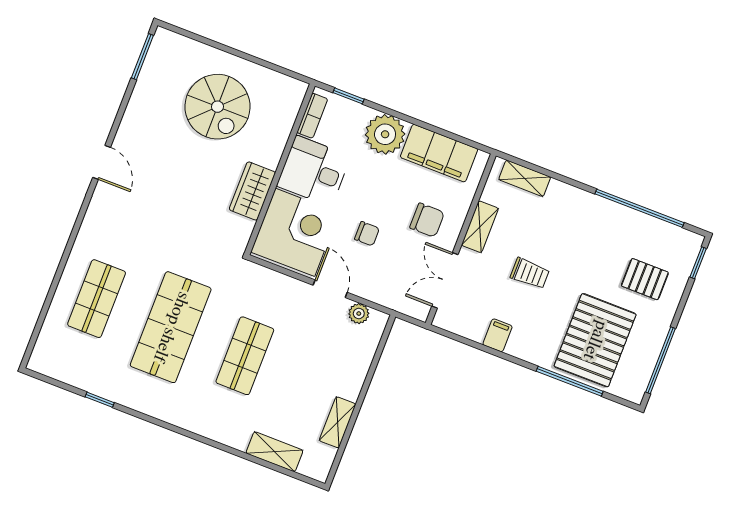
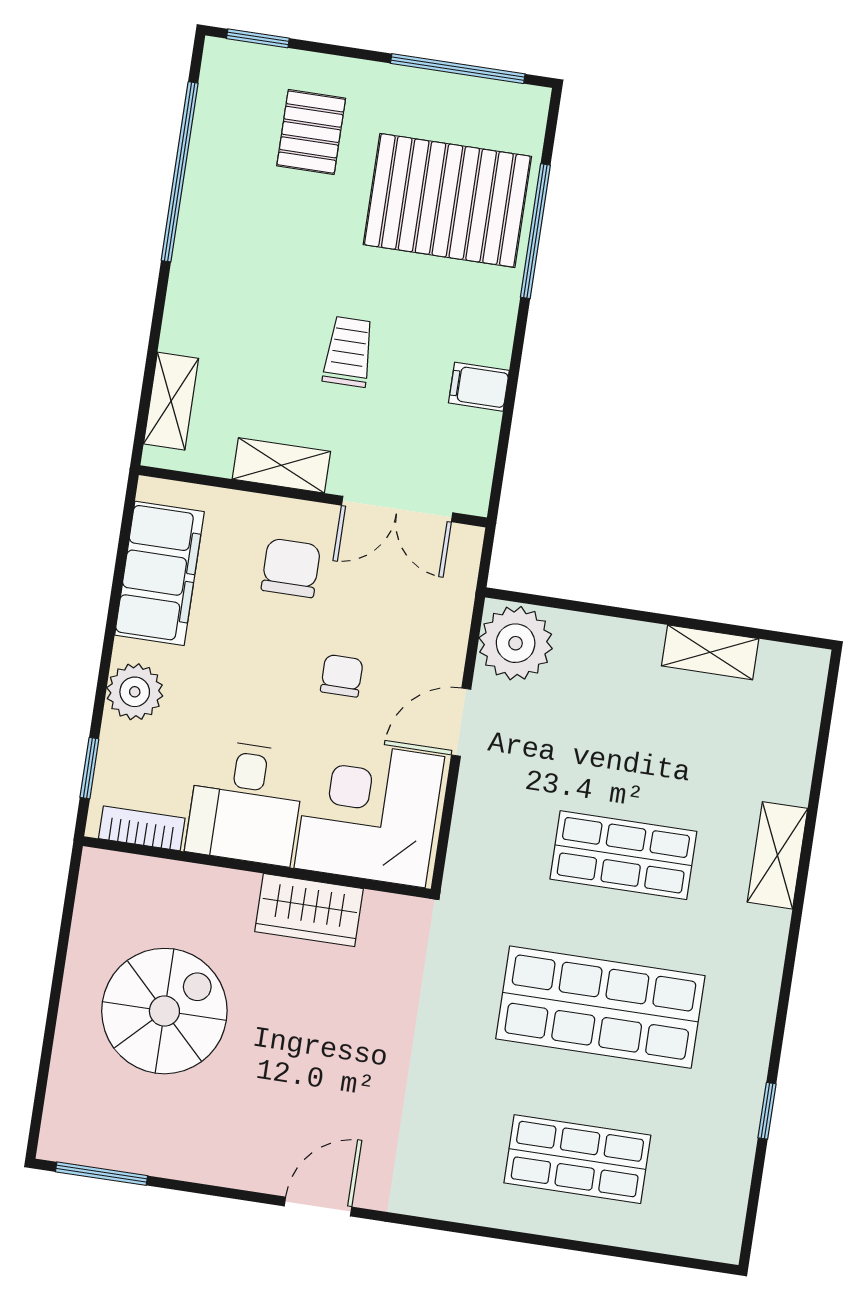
plant: (385, 134) -> (135, 692), width x0.73, depth x0.73
plant: (359, 314) -> (516, 643), width x1.88, depth x1.88
shelving: (274, 452) -> (777, 855), moved

